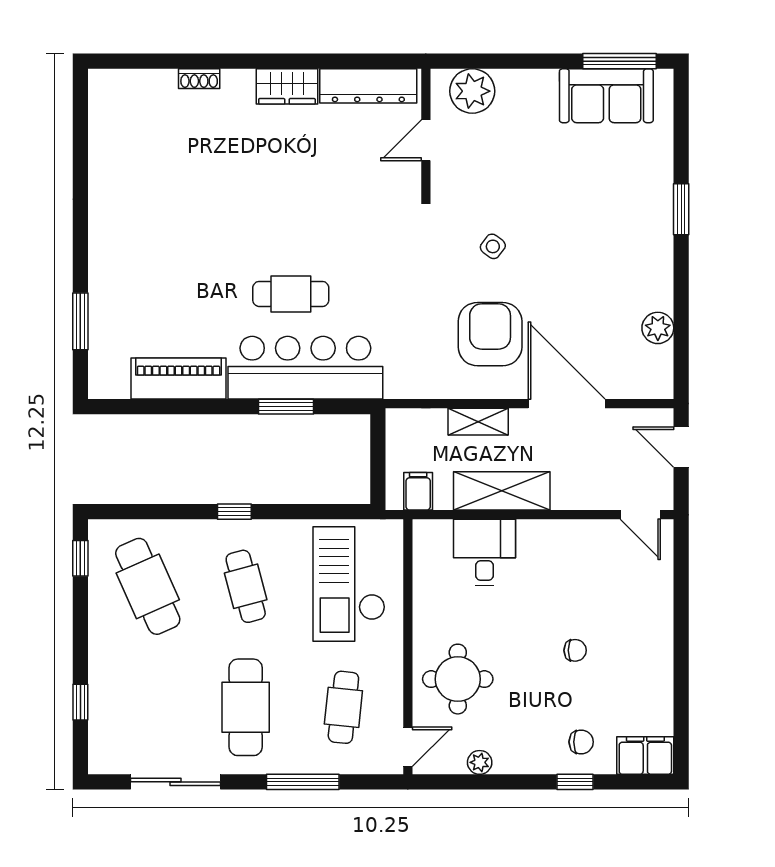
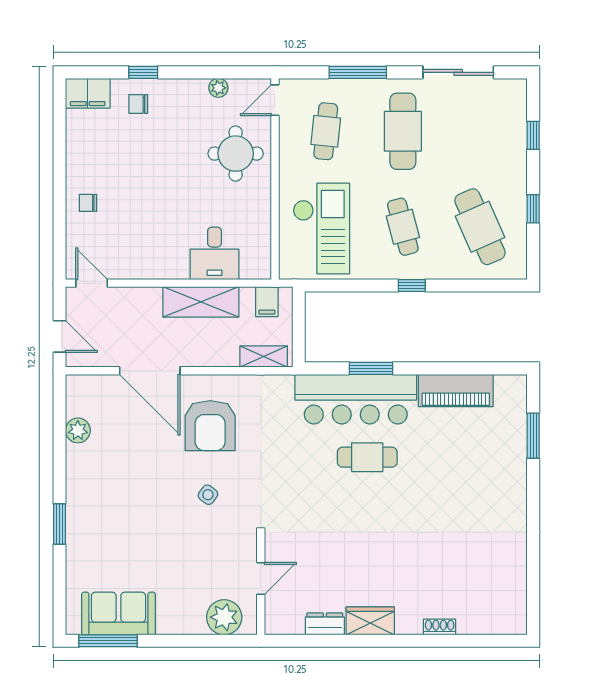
dresser: (368, 86) -> (325, 624), width x0.51, depth x0.80
shelving: (478, 422) -> (264, 357), moved
window: (80, 558) -> (533, 209), moved
chair: (575, 650) -> (88, 203), moved

